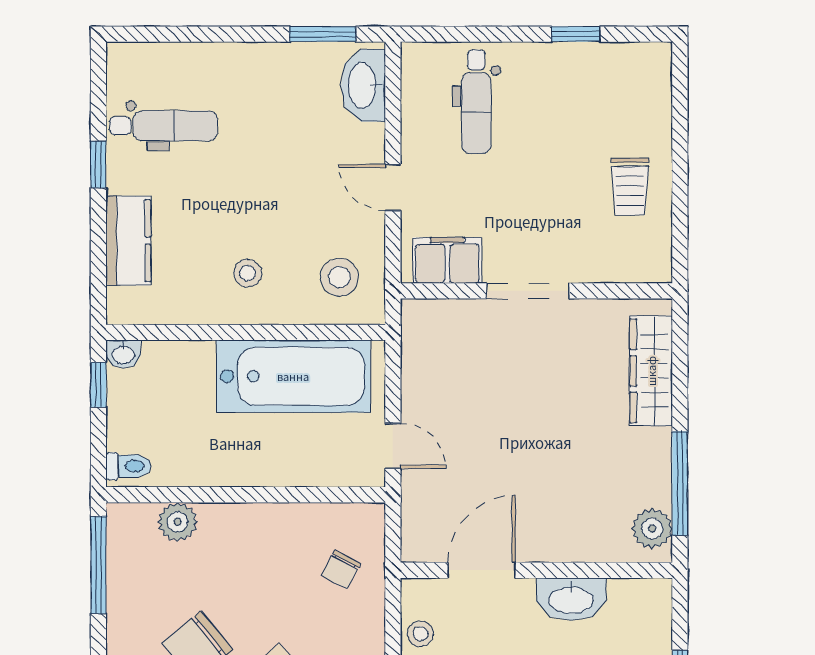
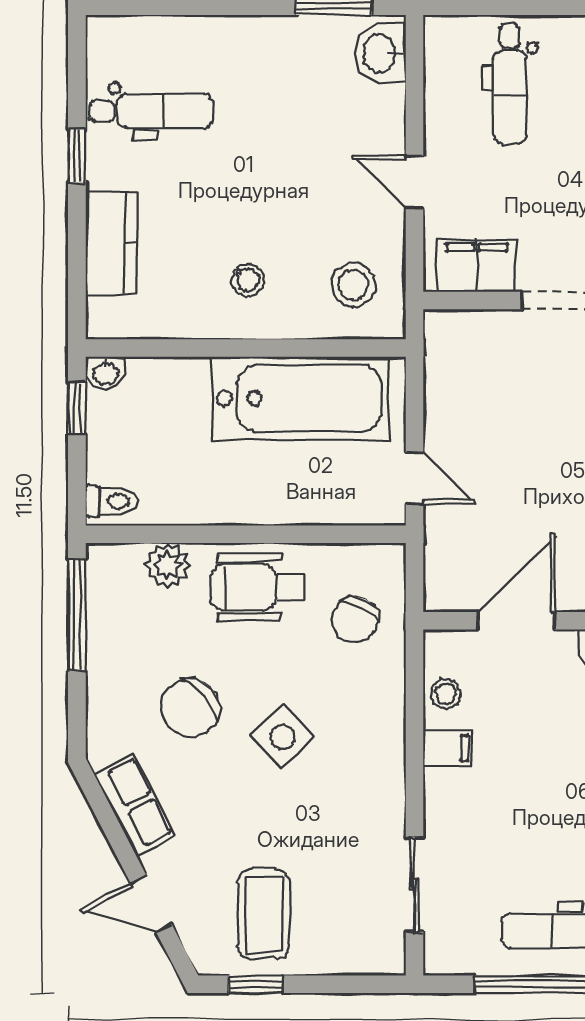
washbasin: (363, 85) -> (380, 53), width x0.72
wheelchair: (256, 541) -> (257, 587), added
chair: (341, 569) -> (355, 620), width x1.37, depth x1.37

